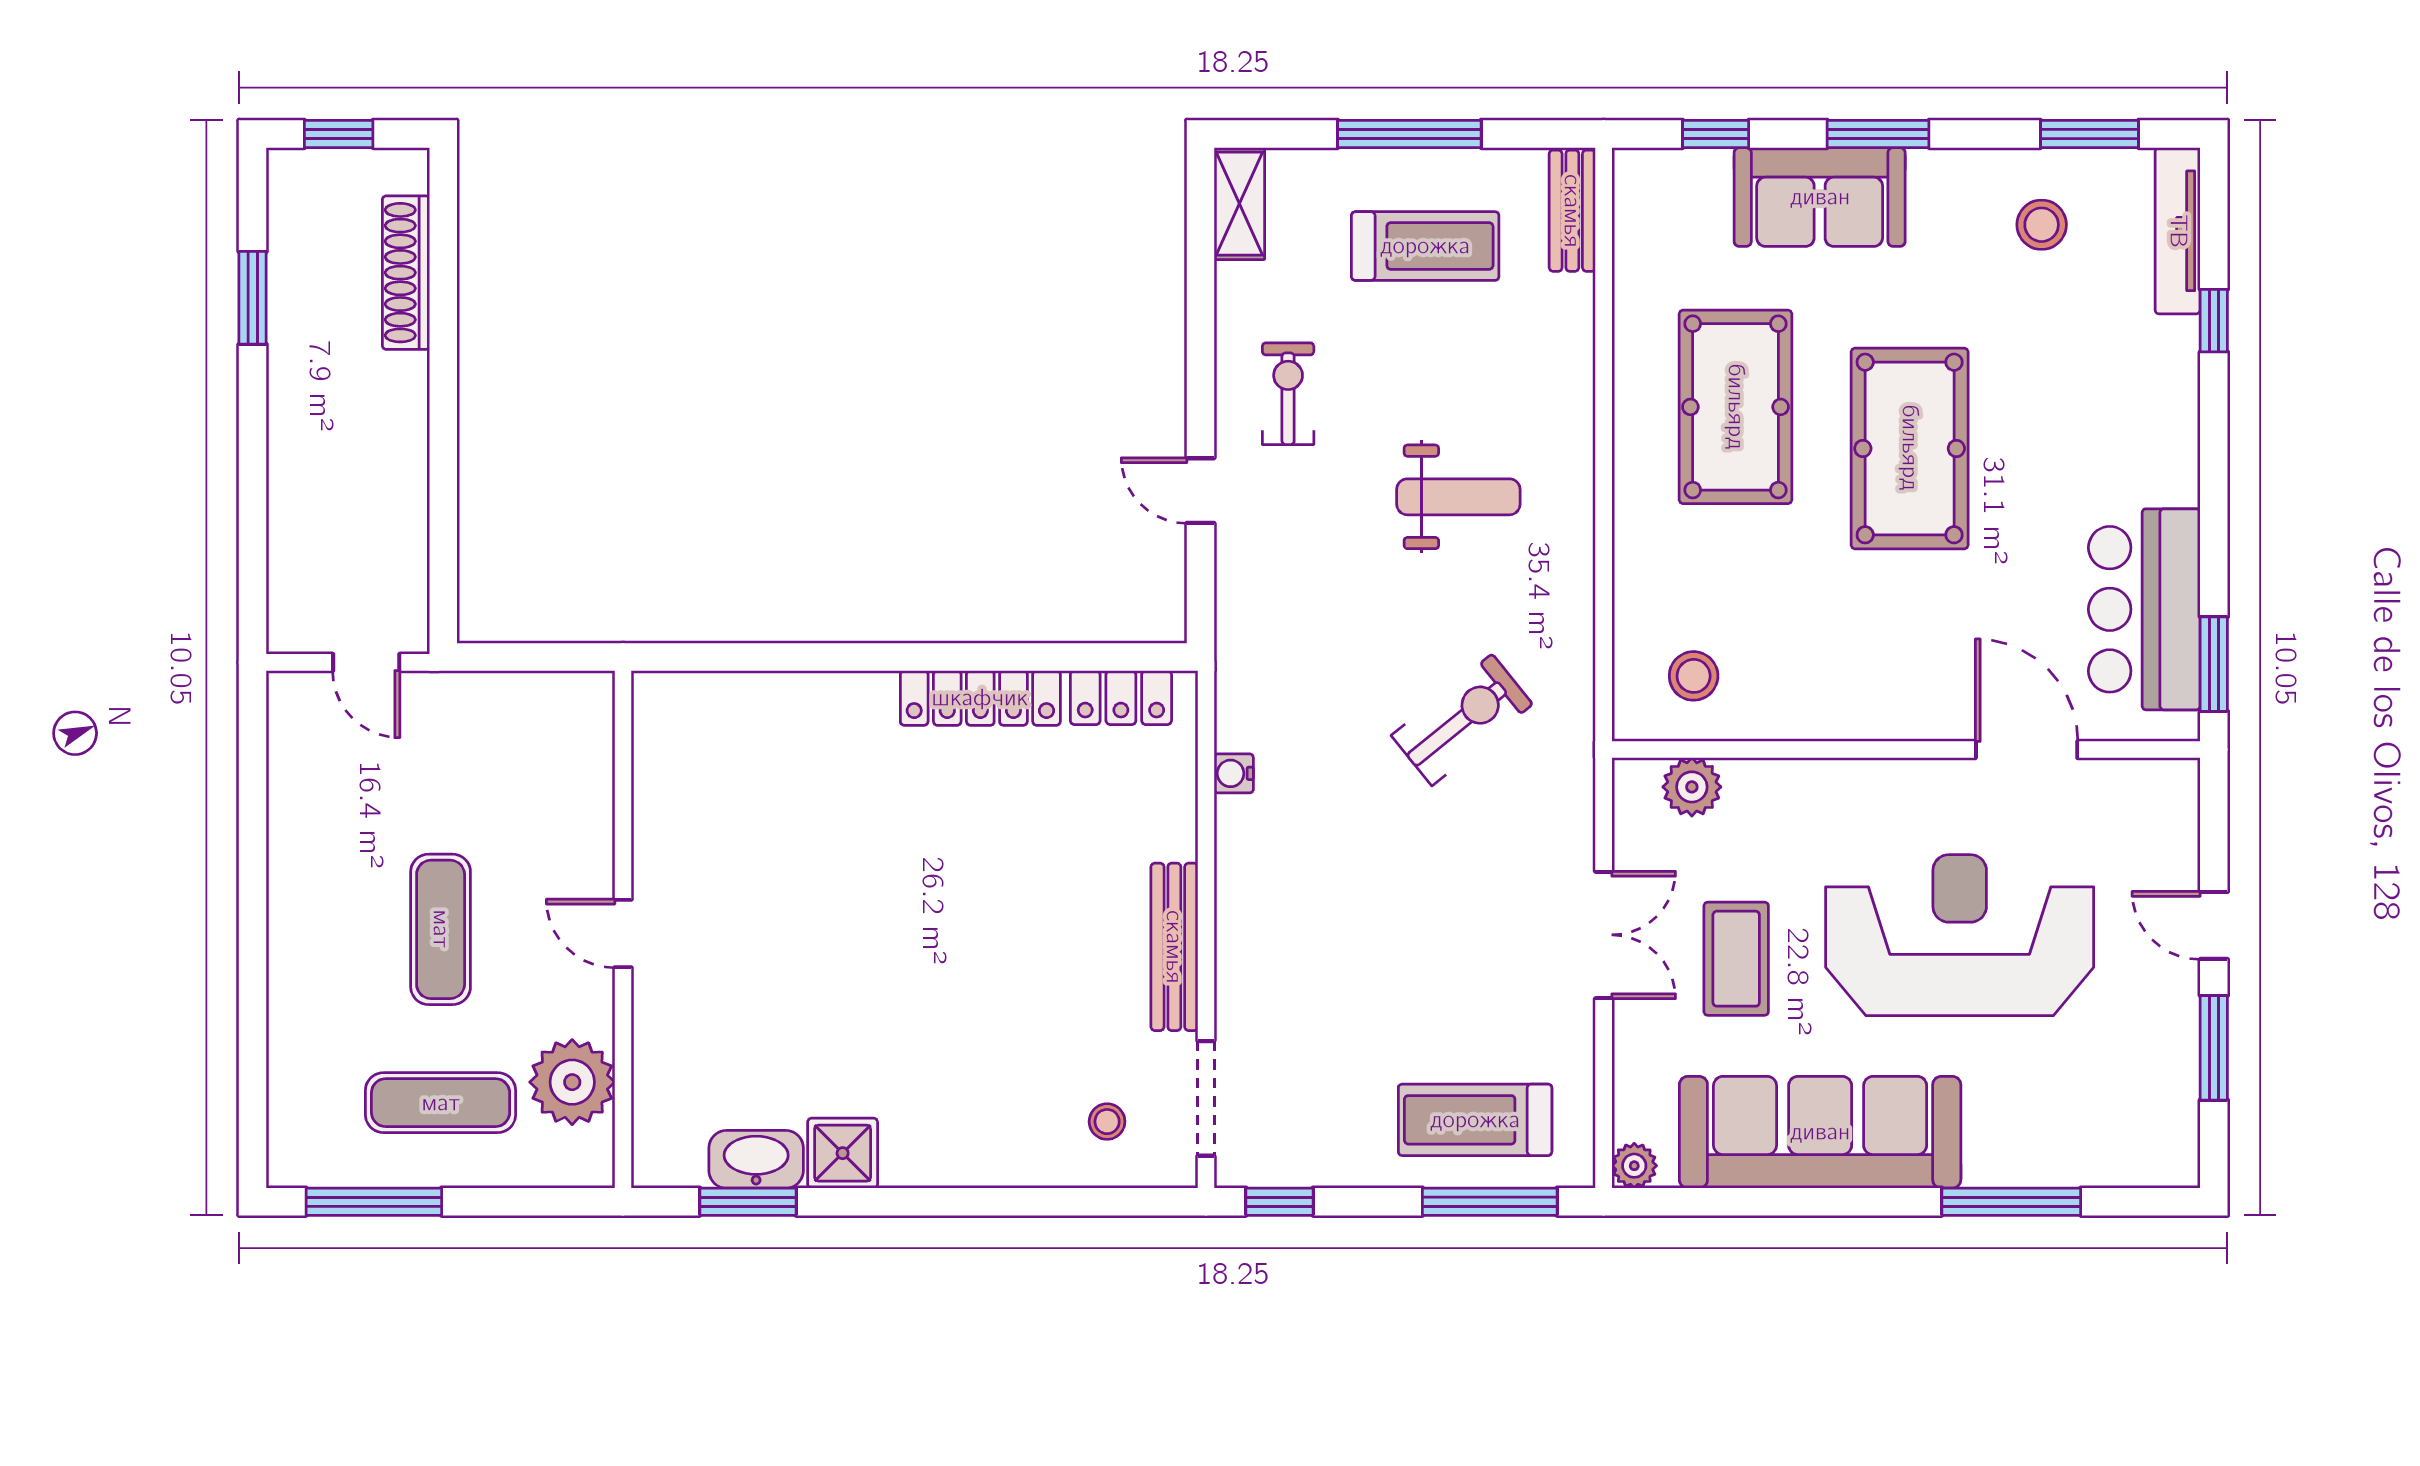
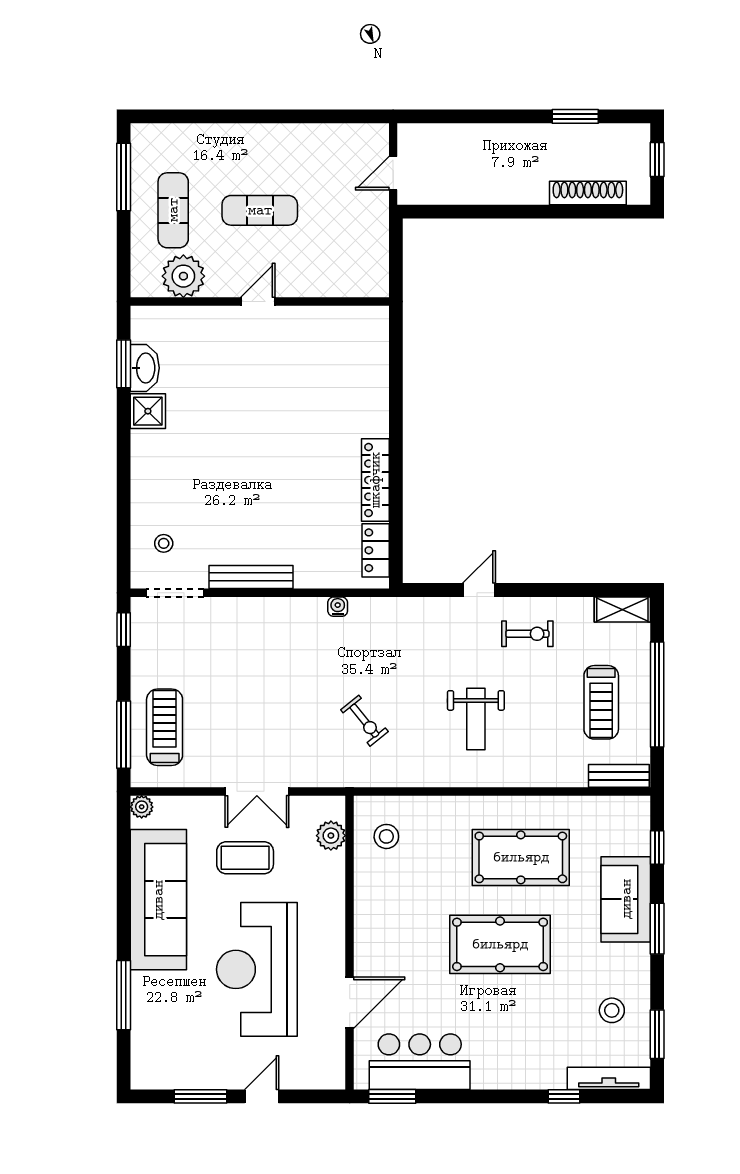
window: (1409, 134) -> (657, 694), width x1.46
exercise bike: (1462, 720) -> (364, 721), width x0.73, depth x0.72
reception desk: (1960, 935) -> (257, 969), turned 180

